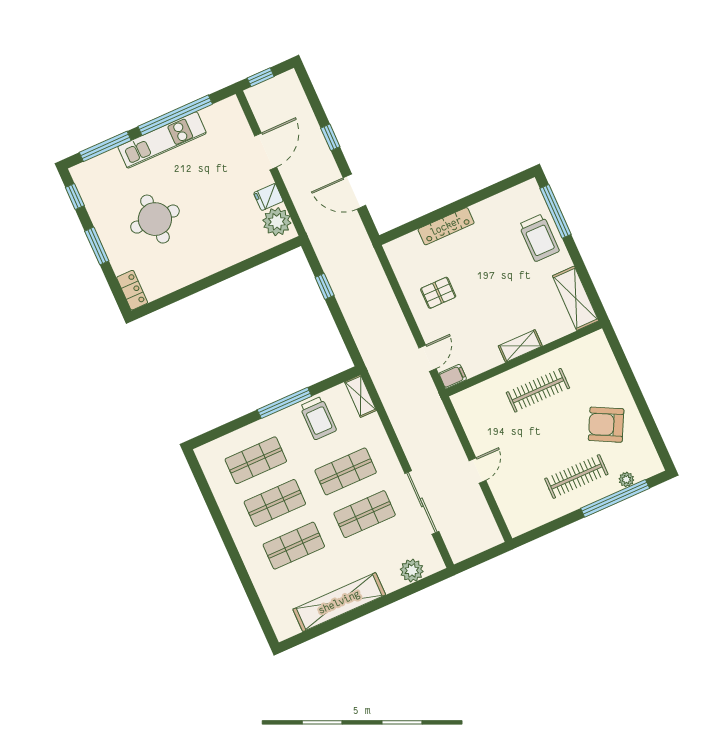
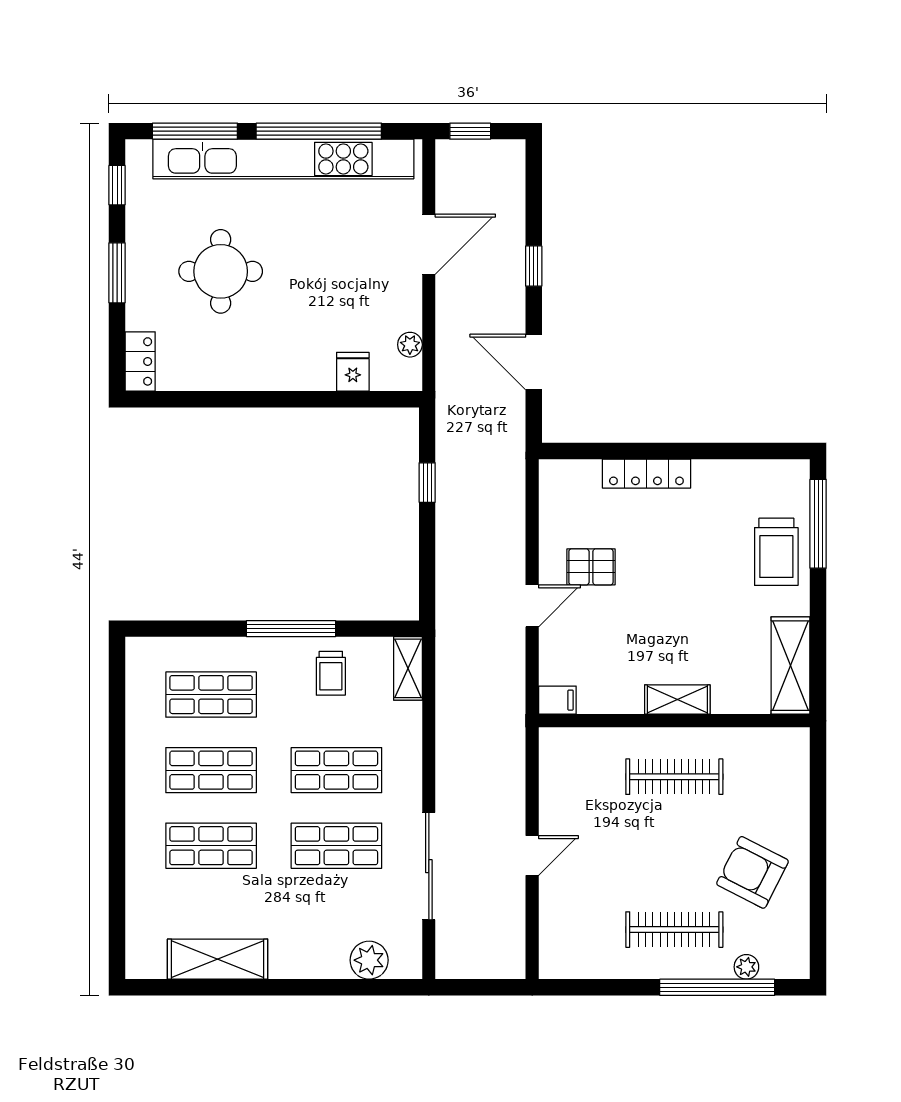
kitchen unit: (162, 140) -> (283, 159), width x1.86
fridge: (268, 197) -> (353, 372), moved, turned 90
plant: (277, 222) -> (410, 345), width x0.53, depth x0.53
door: (428, 358) -> (532, 606), moved
trolley: (318, 418) -> (331, 673), width x0.73, depth x0.72
shelving: (339, 602) -> (218, 959), width x0.68

